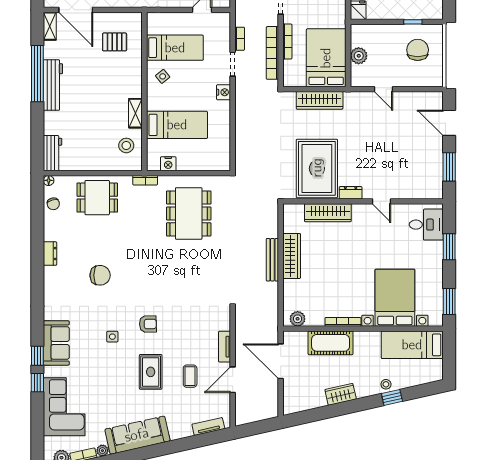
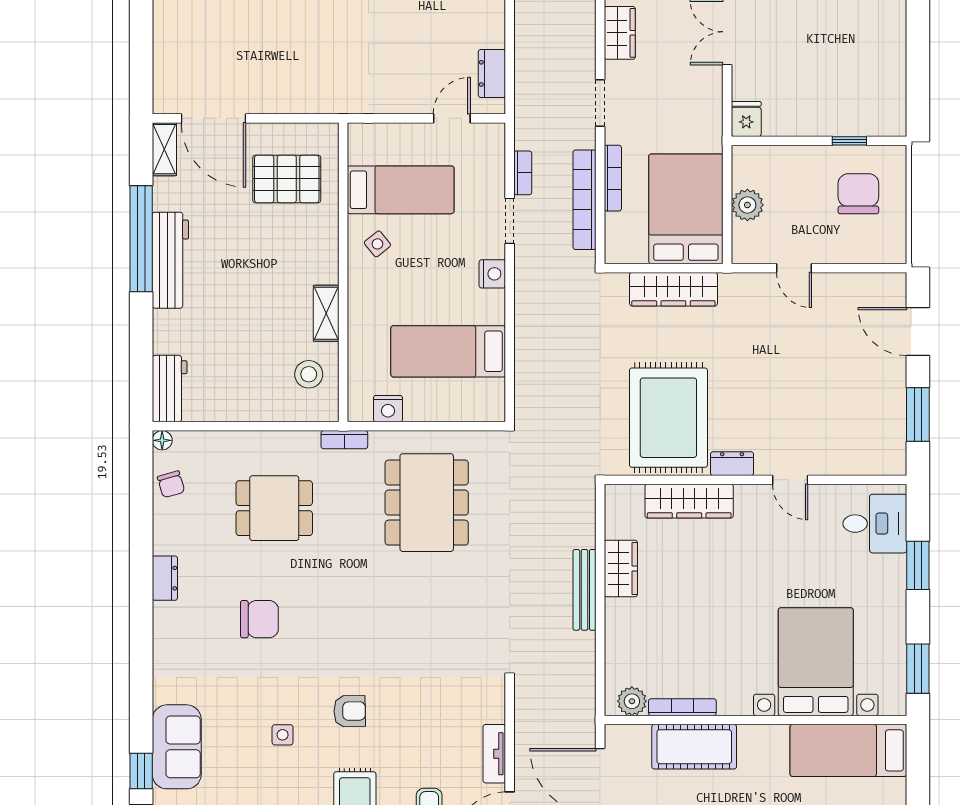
pallet: (115, 42) -> (287, 179), width x1.50, depth x1.42
bed: (177, 125) -> (448, 351), moved, turned 180
dining table: (97, 198) -> (274, 508), moved
wardrobe: (292, 256) -> (621, 568), width x0.67
bookcase: (343, 322) -> (682, 707), moved

